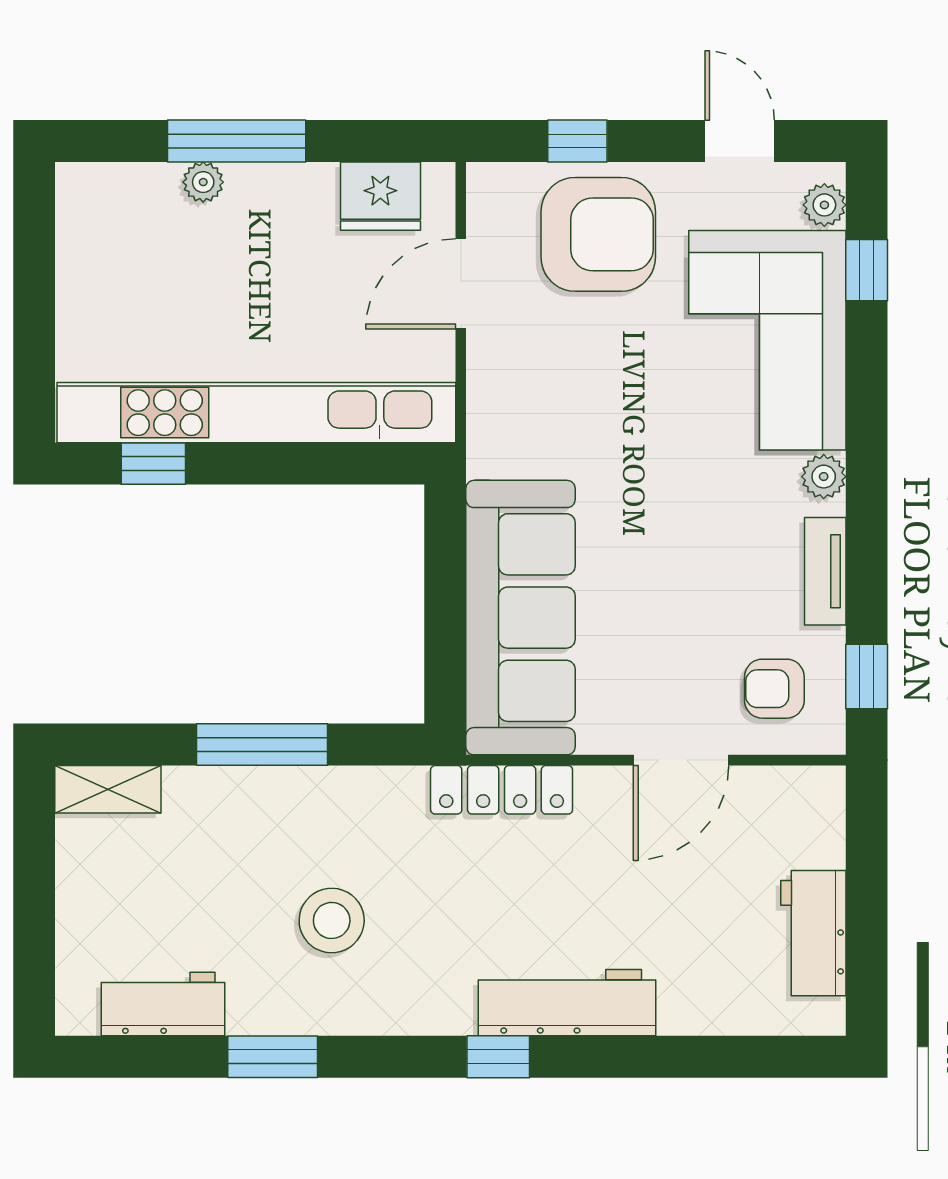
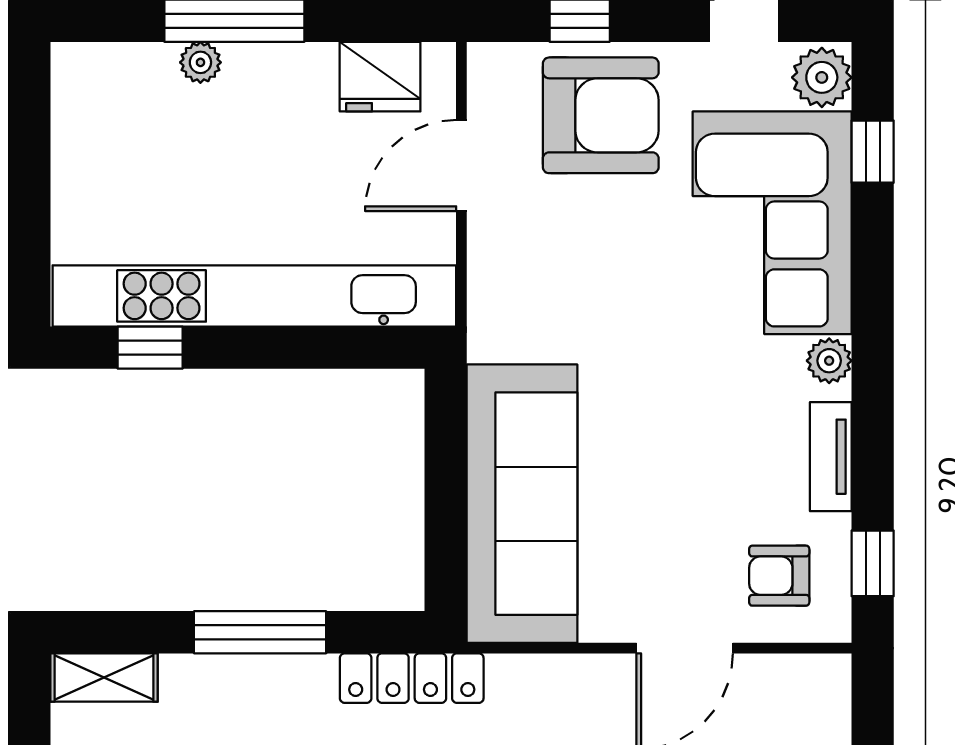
plant: (824, 205) -> (822, 77), width x1.38, depth x1.38
locker: (502, 790) -> (412, 678), moved

